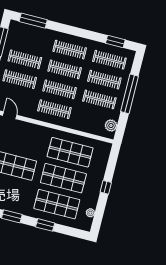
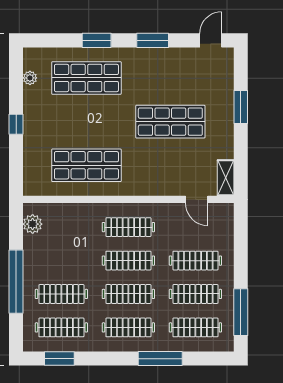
window: (33, 21) -> (160, 359), moved
clothes rail: (99, 99) -> (195, 327), moved
shop shelf: (63, 178) -> (86, 122), removed

